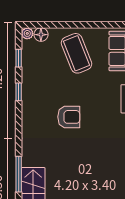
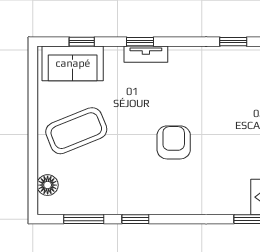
plant: (27, 33) -> (46, 206), removed
window: (19, 58) -> (84, 219), width x1.50

